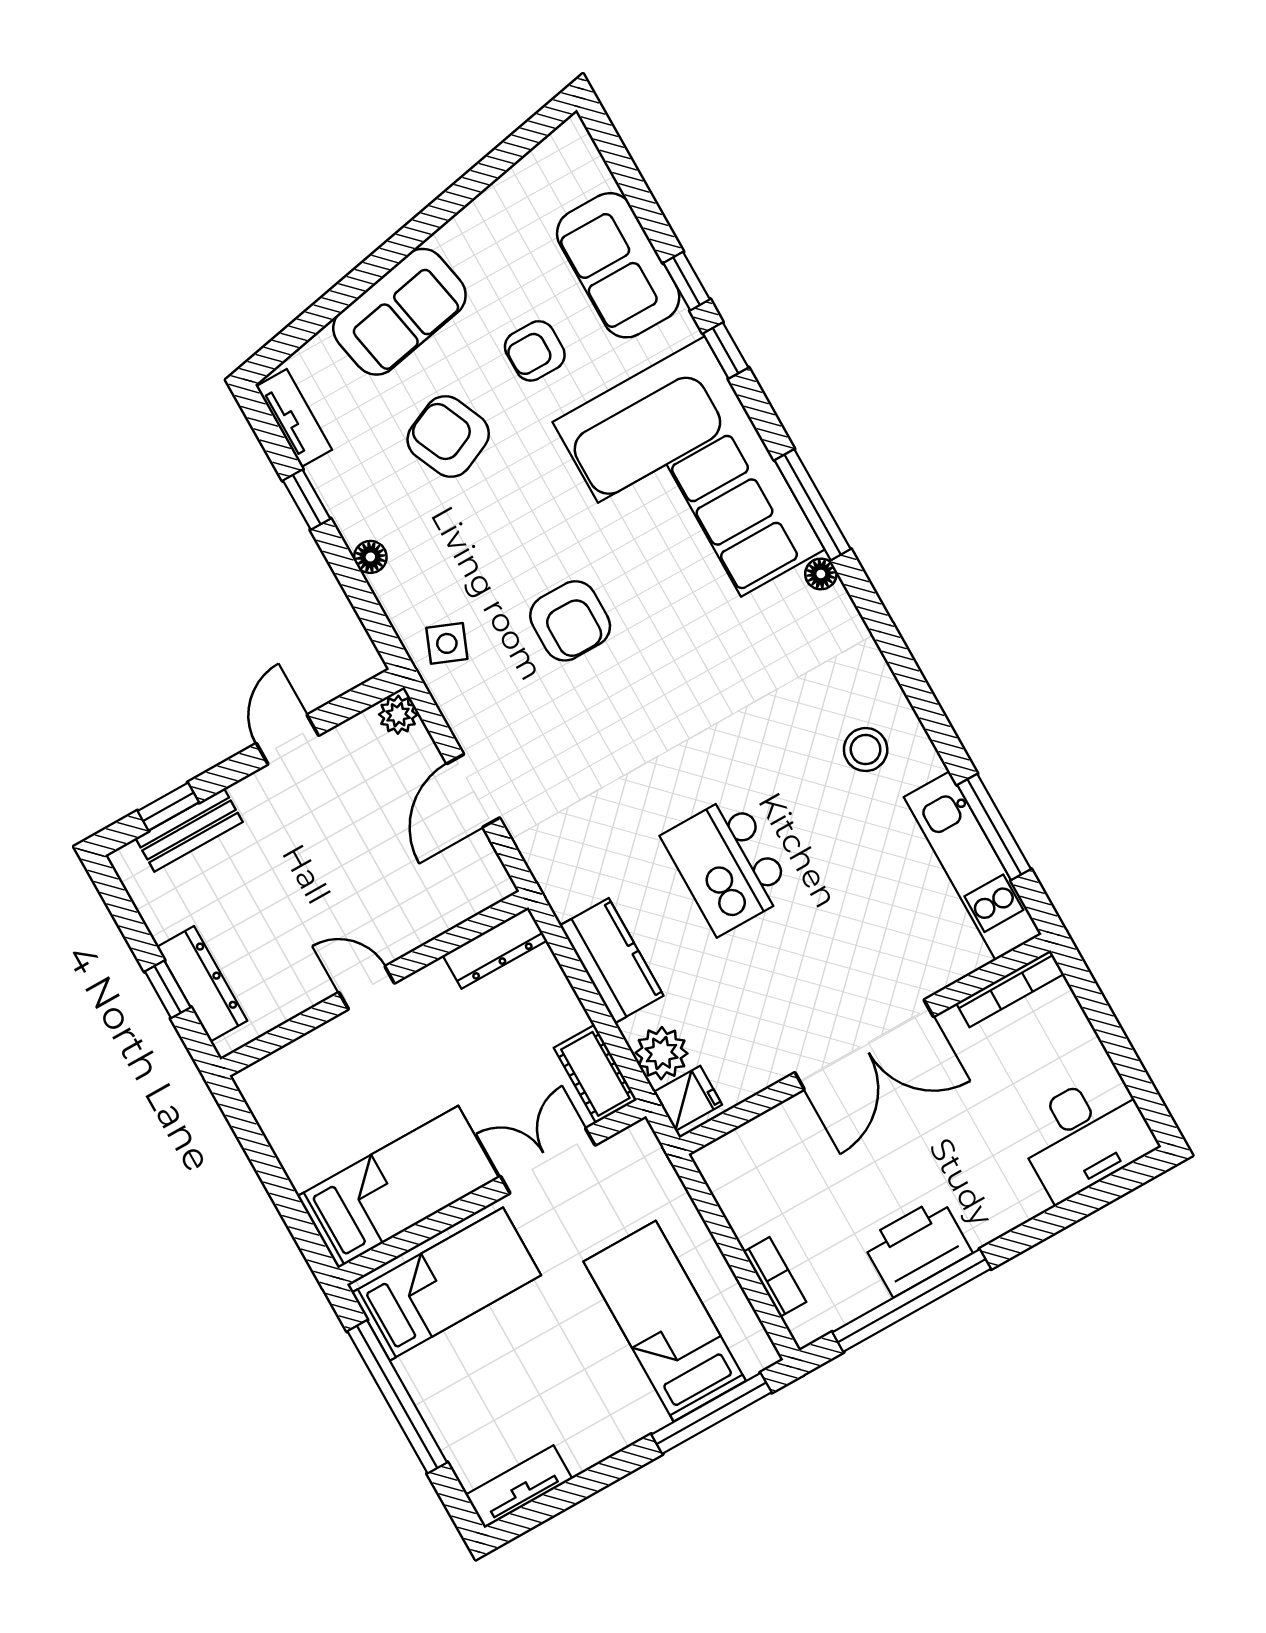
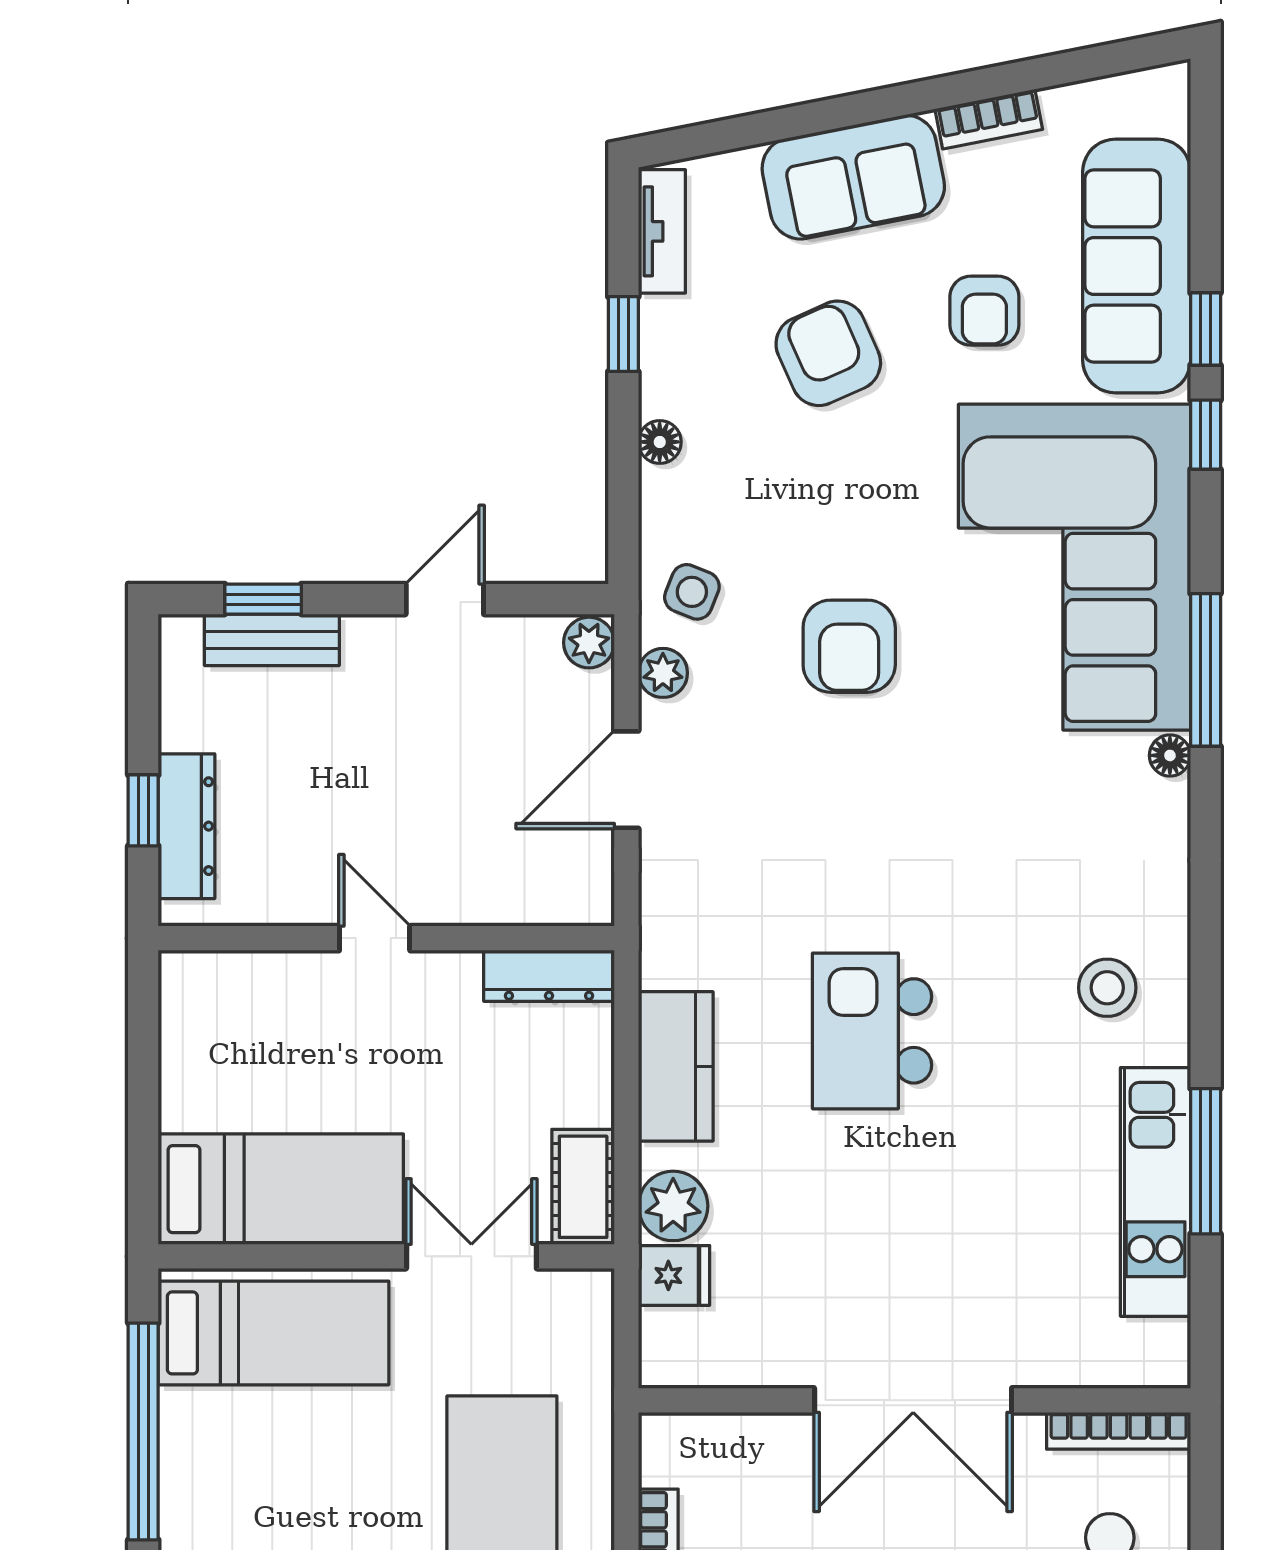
bookcase: (467, 224) -> (989, 119), added
sofa: (618, 265) -> (1137, 266), width x1.36
armchair: (535, 351) -> (984, 311), turned -90
plant: (458, 707) -> (663, 673), added
bookcase: (1010, 989) -> (1119, 1431), moved
wall: (865, 1044) -> (914, 1400), moved
double door: (864, 1045) -> (913, 1400), moved

